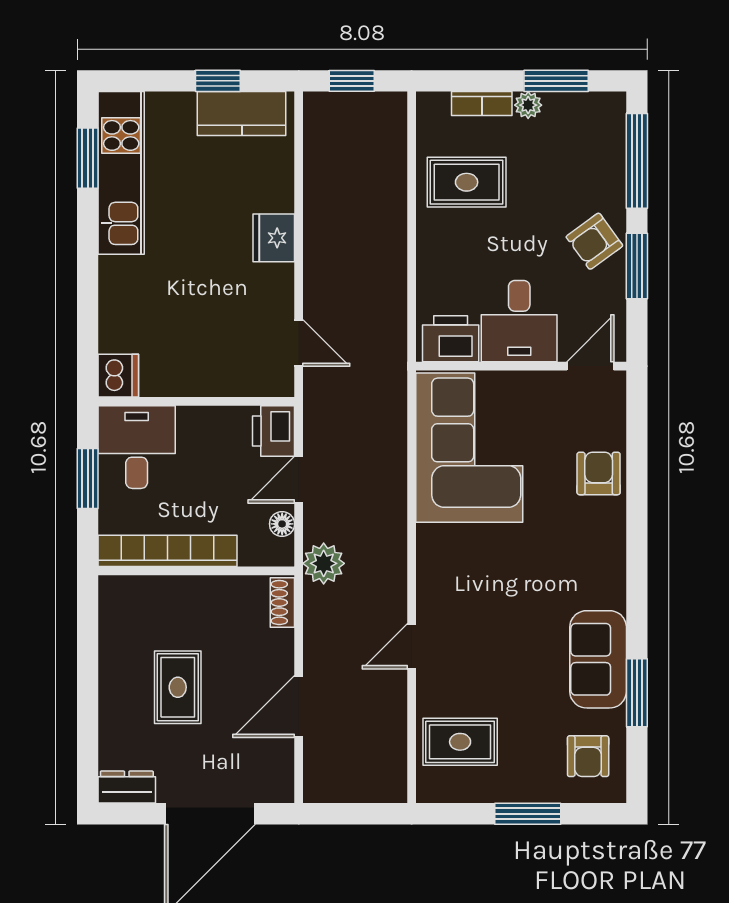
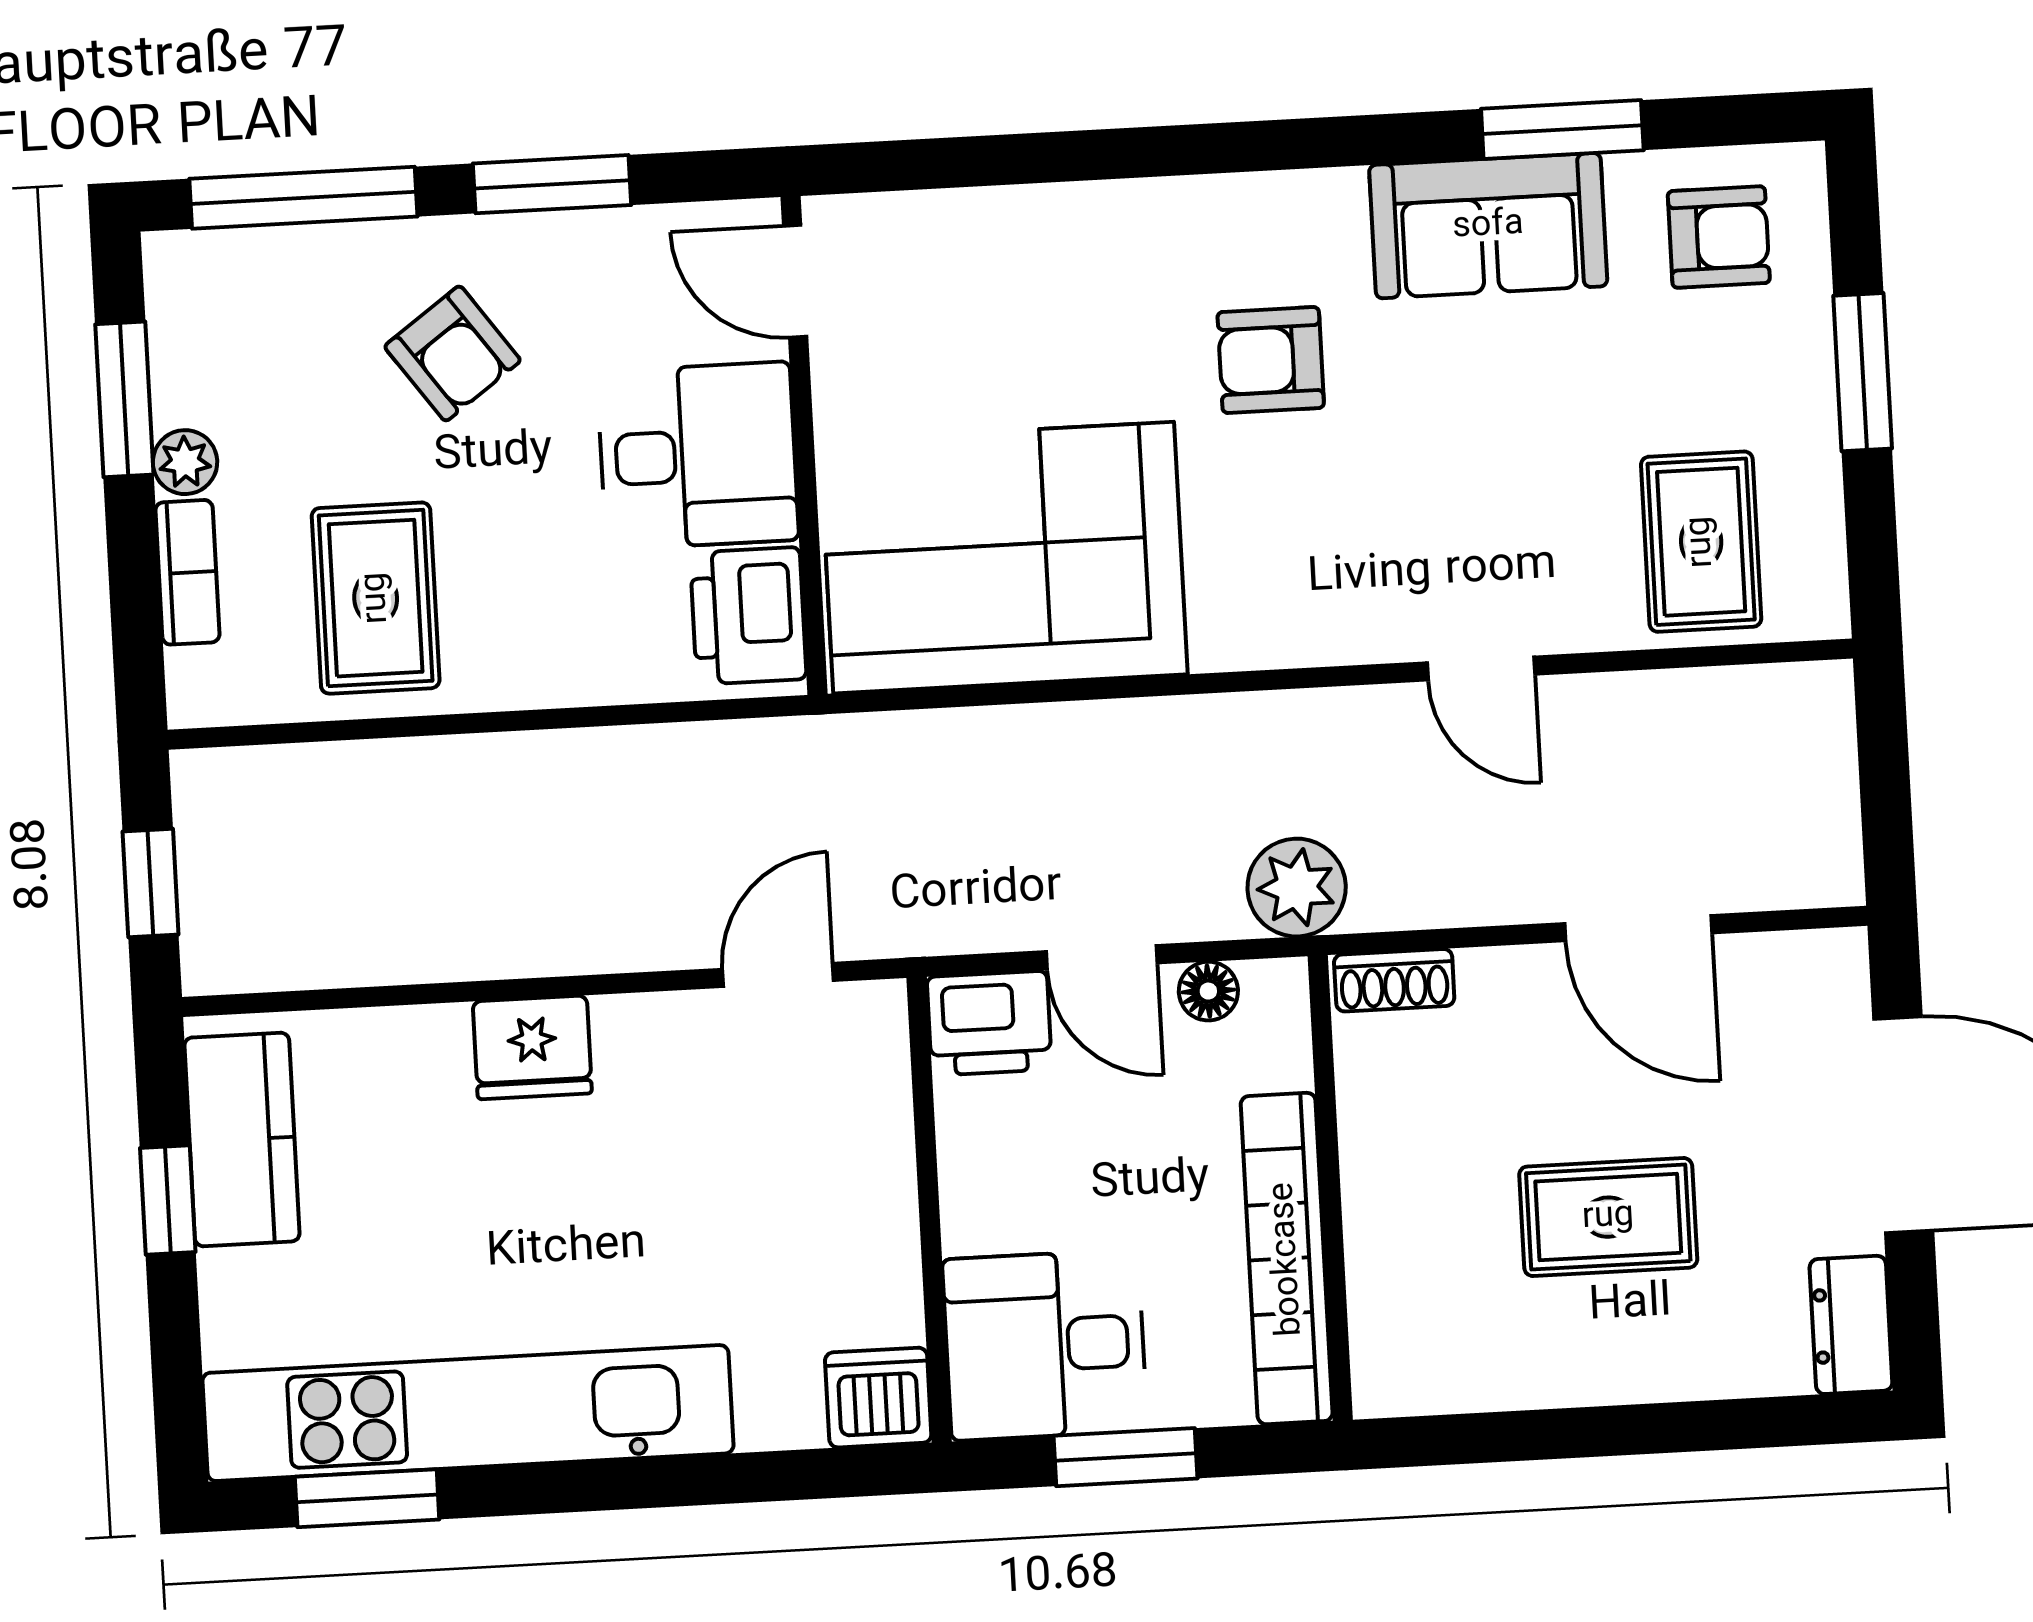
kitchen unit: (121, 173) -> (468, 1413), width x1.36
armchair: (594, 241) -> (453, 353), moved
armchair: (599, 473) -> (1271, 360), moved

